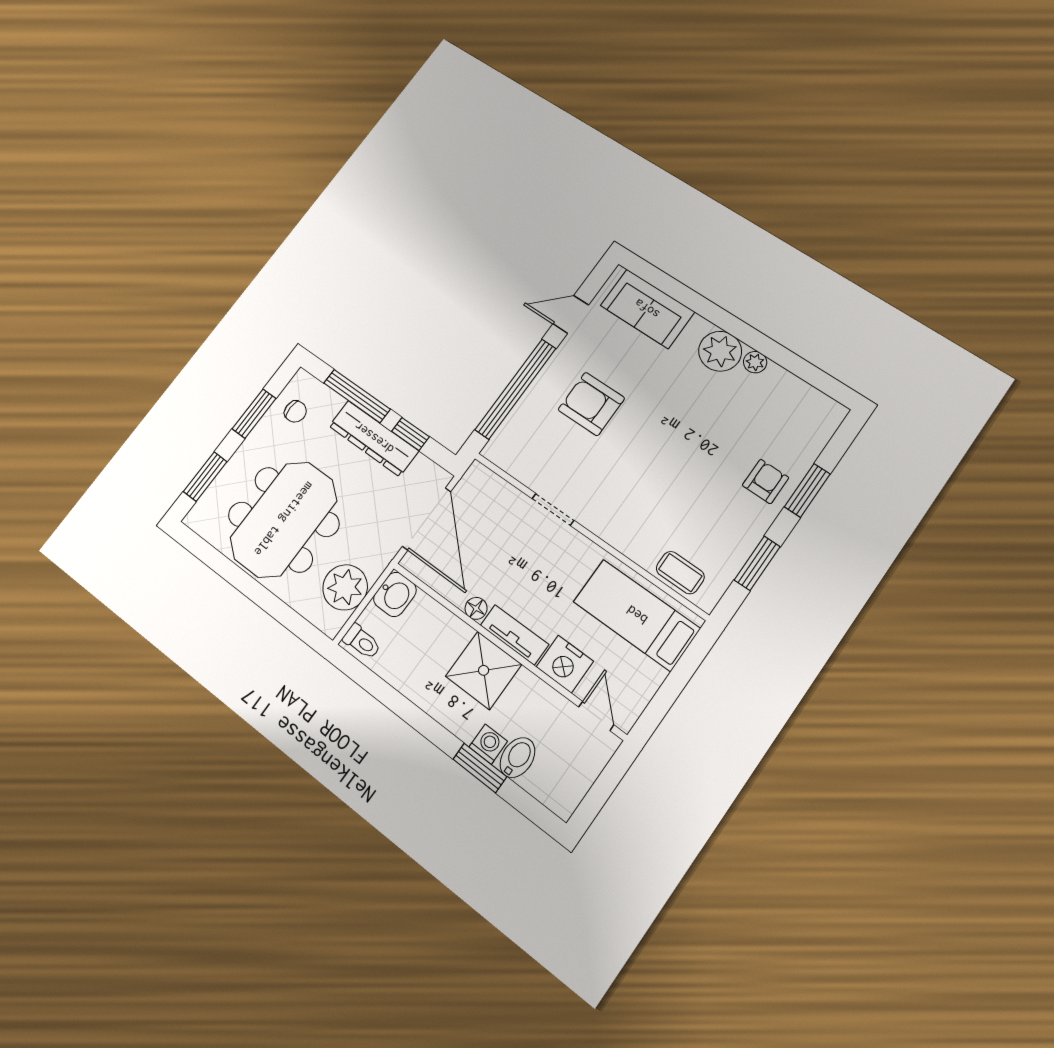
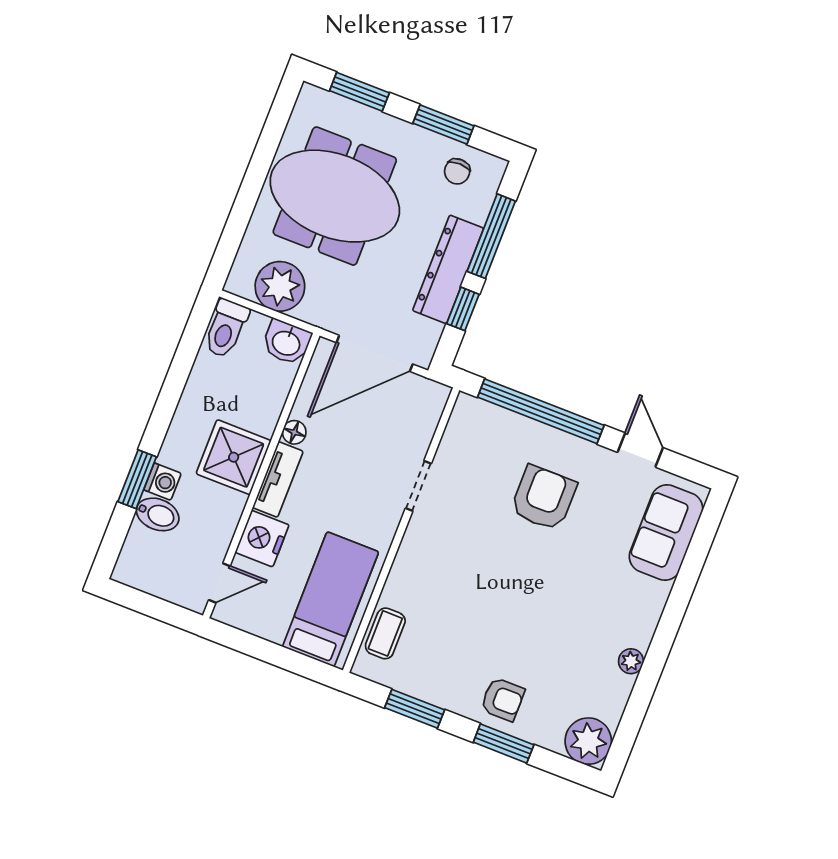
plant: (720, 351) -> (588, 741), moved
toilet: (362, 642) -> (226, 329), width x1.37, depth x1.39

